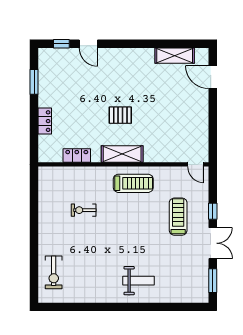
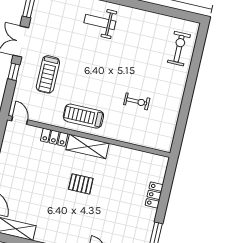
locker: (77, 155) -> (54, 137), moved

